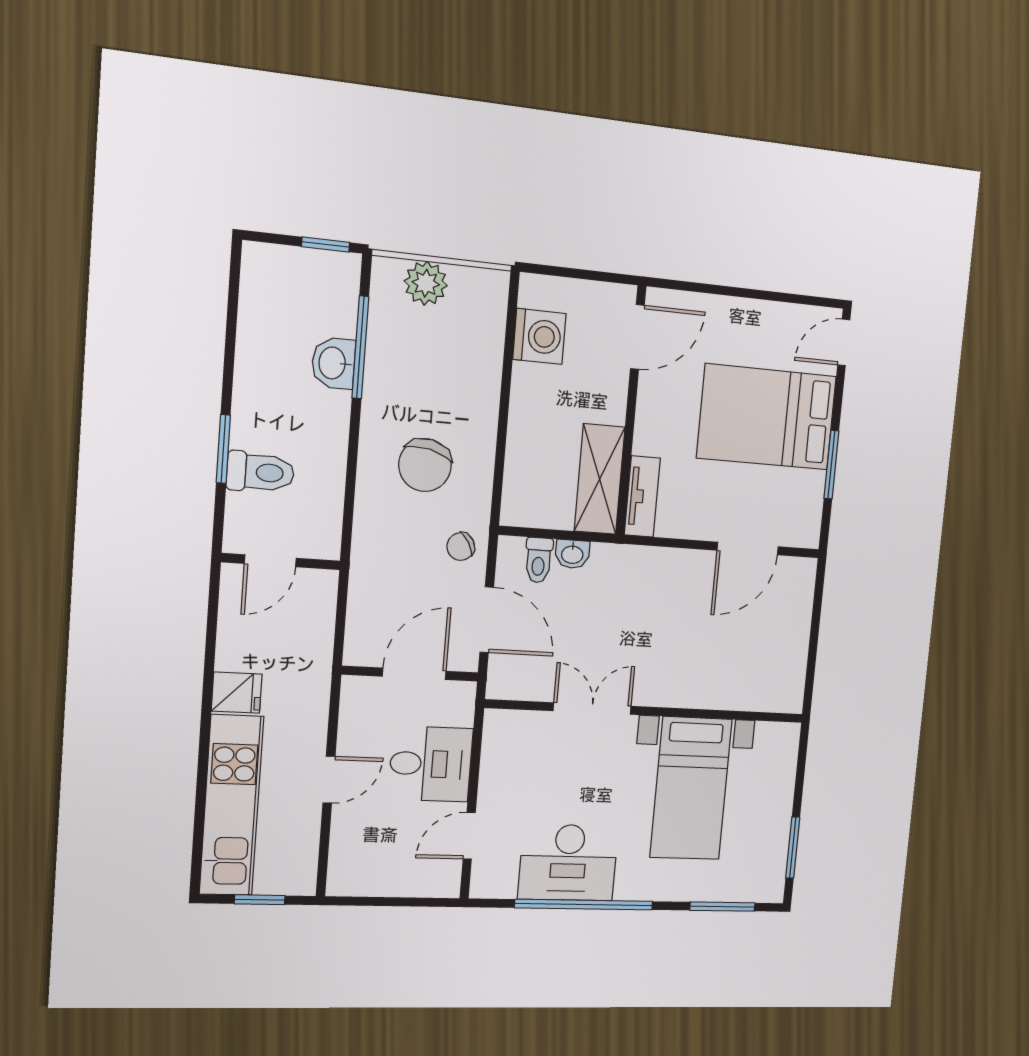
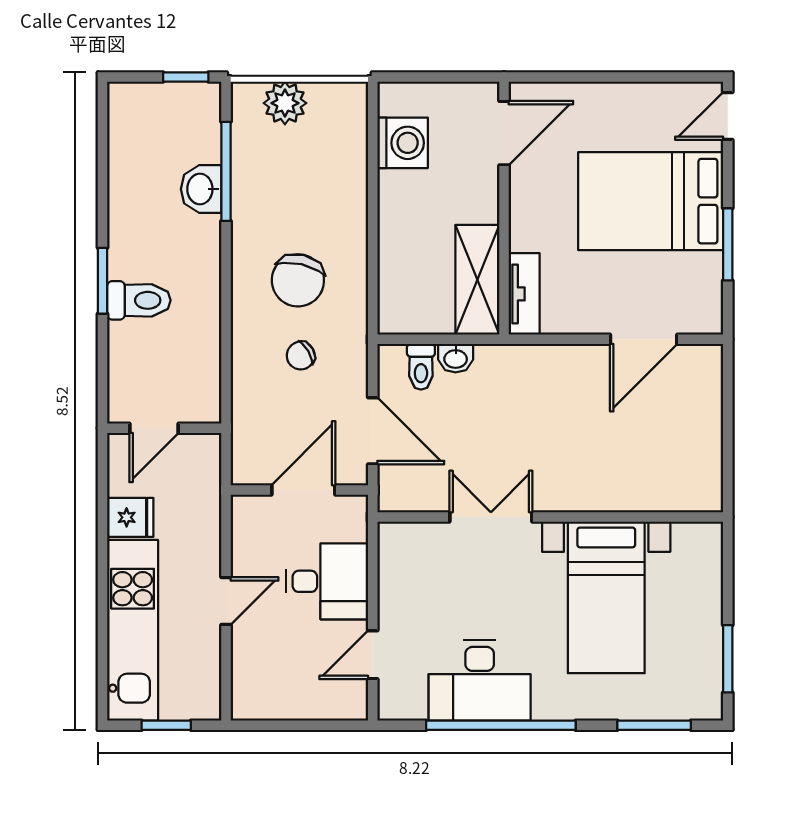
chair: (461, 546) -> (301, 356), moved
door: (270, 561) -> (154, 428), moved
wall: (281, 561) -> (164, 428), moved

